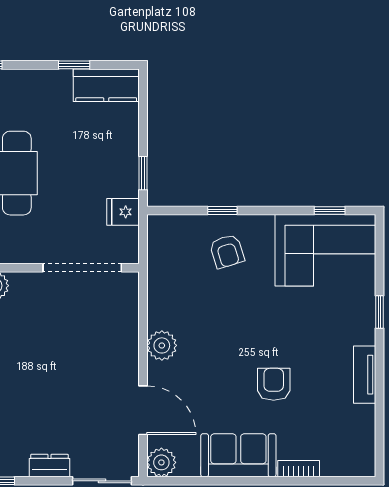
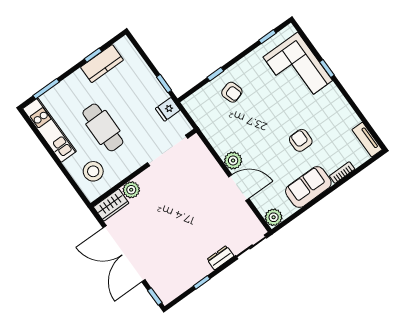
kitchen counter: (106, 85) -> (102, 64), moved
corner sofa: (325, 250) -> (298, 69), moved, turned 90
tv unit: (365, 375) -> (367, 140), moved
door: (143, 410) -> (239, 188), moved

